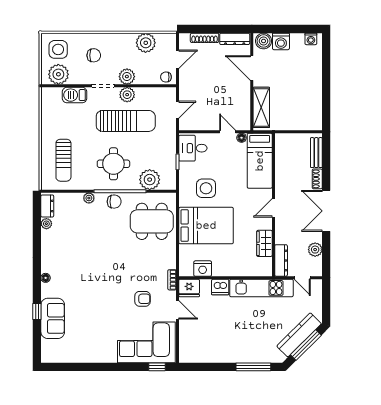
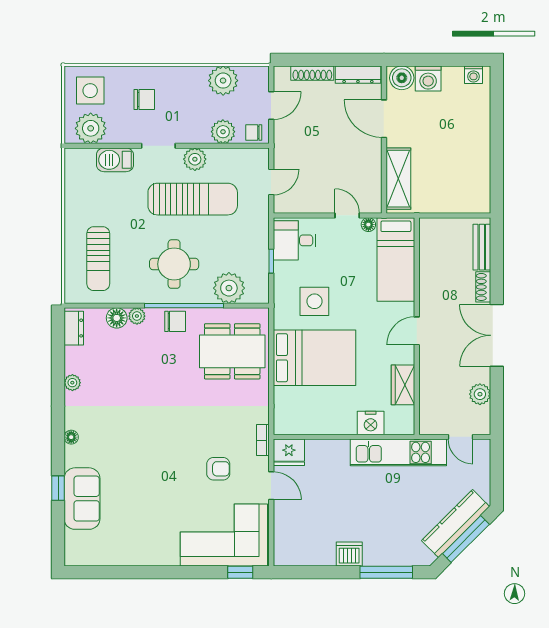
plant: (127, 77) -> (223, 132), moved
floor lamp: (76, 199) -> (117, 318), added
plant: (46, 224) -> (72, 383), moved
dresser: (281, 260) -> (428, 411), removed
nightstand: (203, 269) -> (371, 423), moved
dishwasher: (220, 287) -> (349, 554), moved, turned 180

